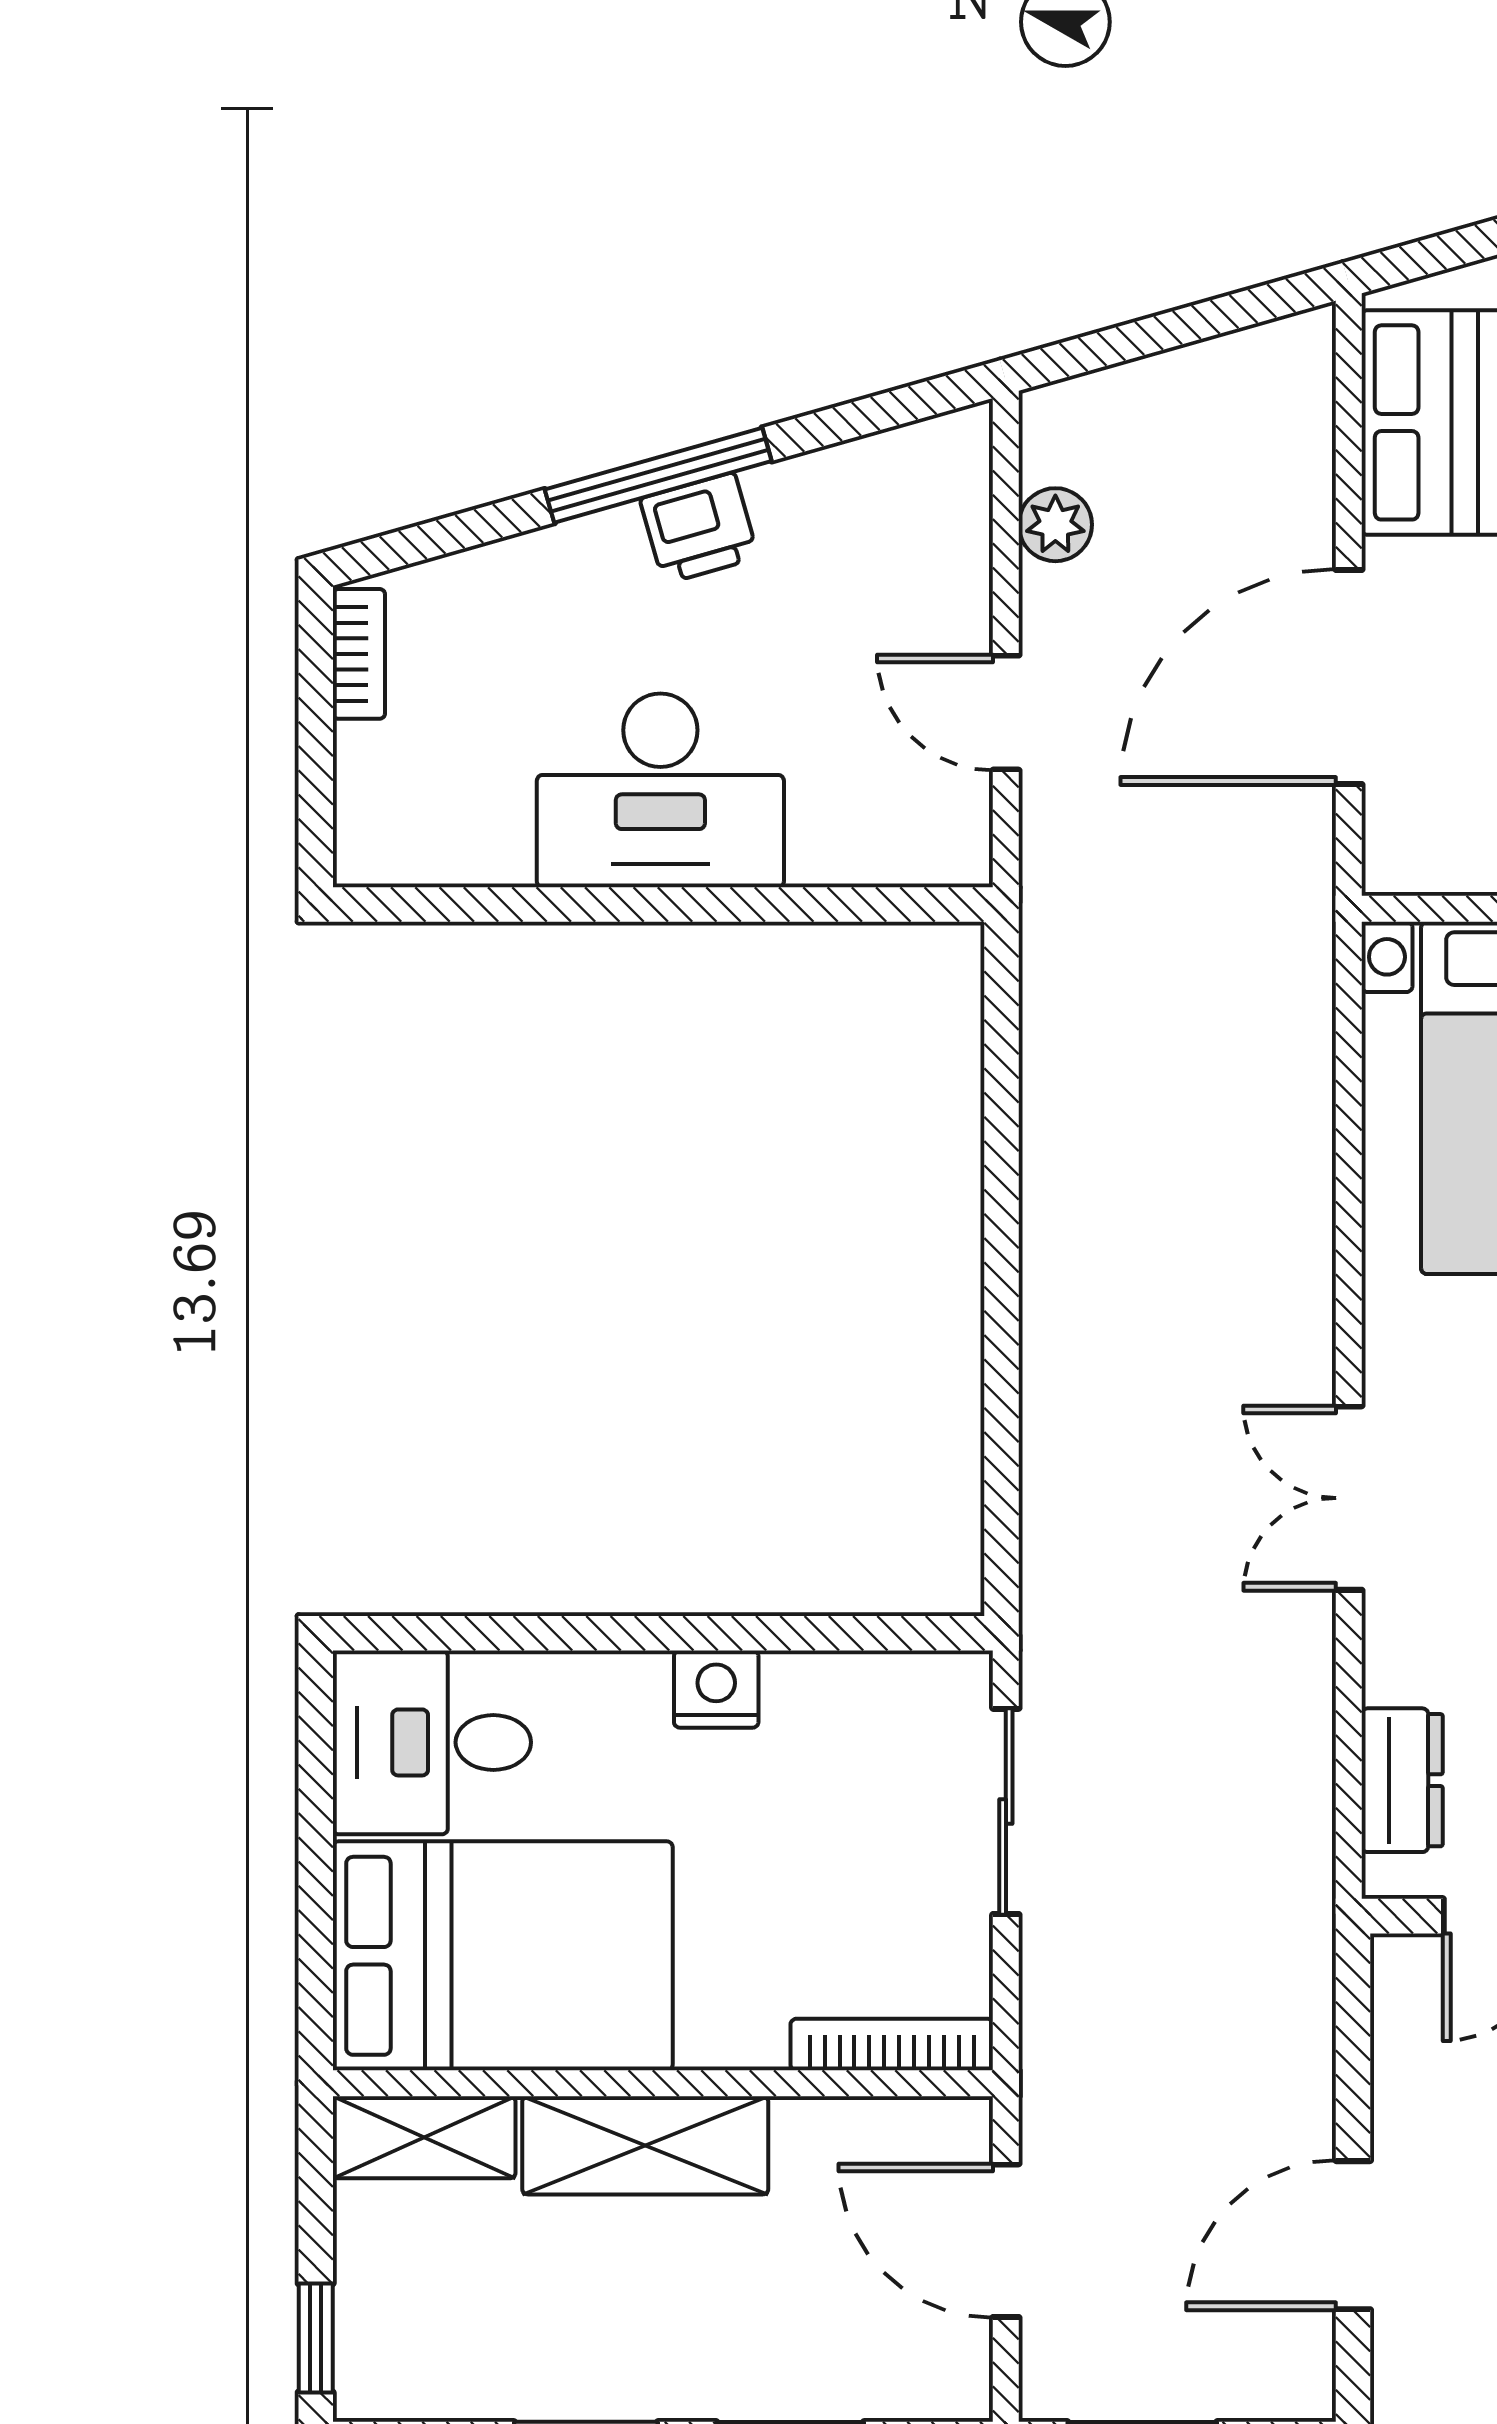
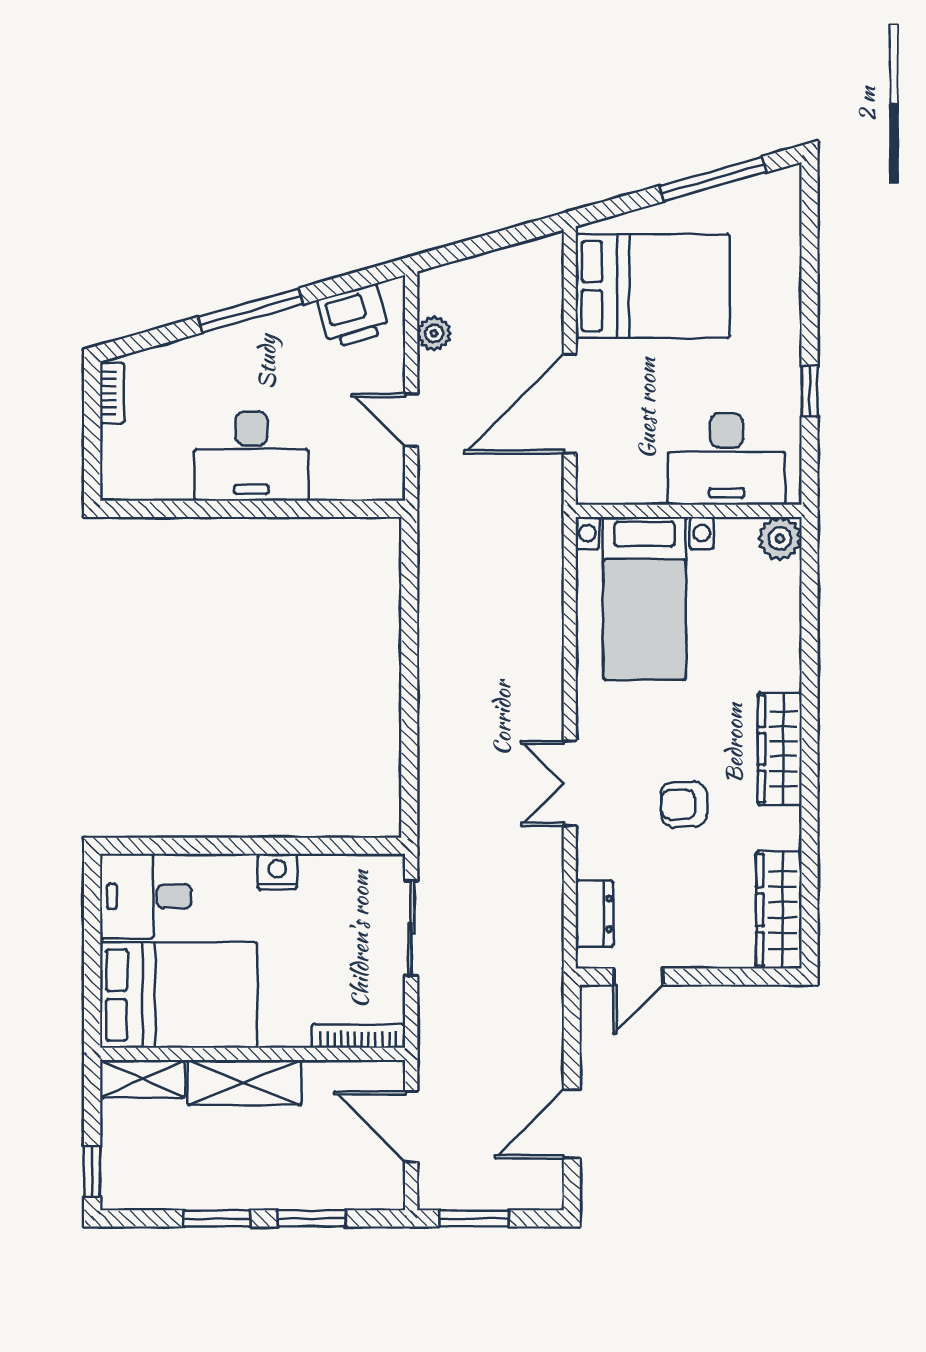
printer: (699, 528) -> (353, 316), moved, width x1.36, depth x1.24

